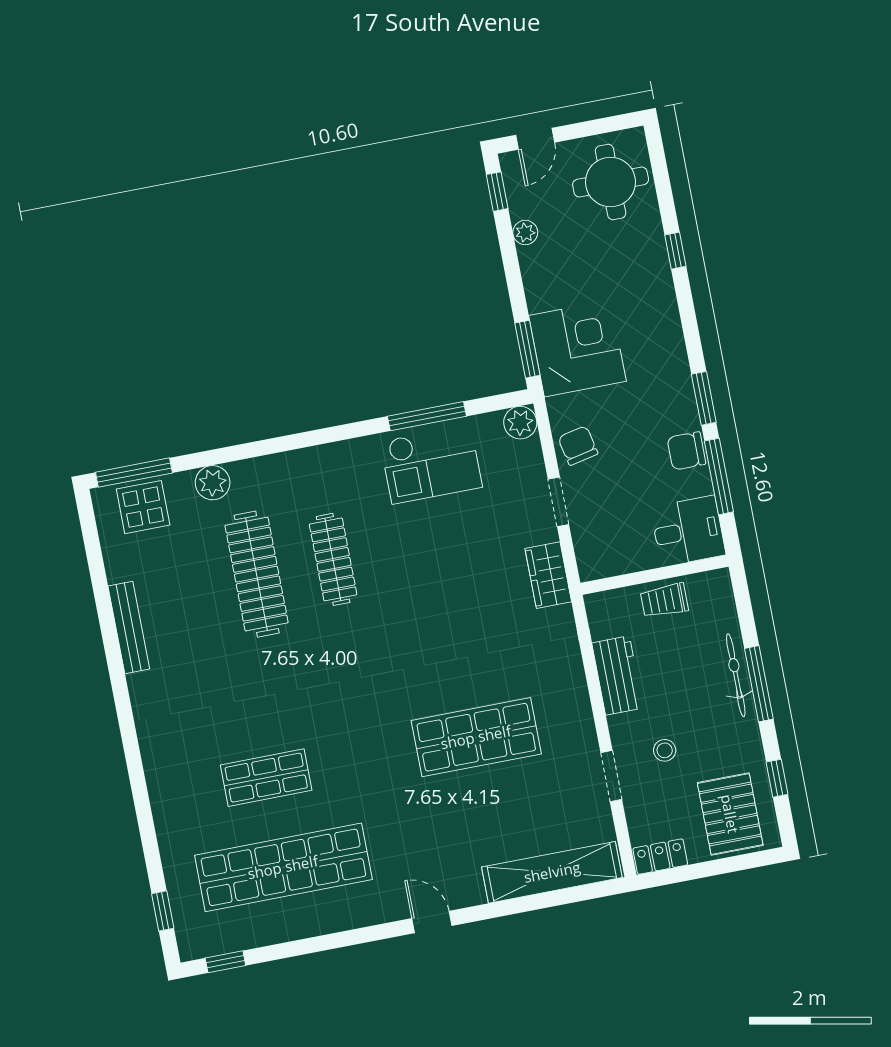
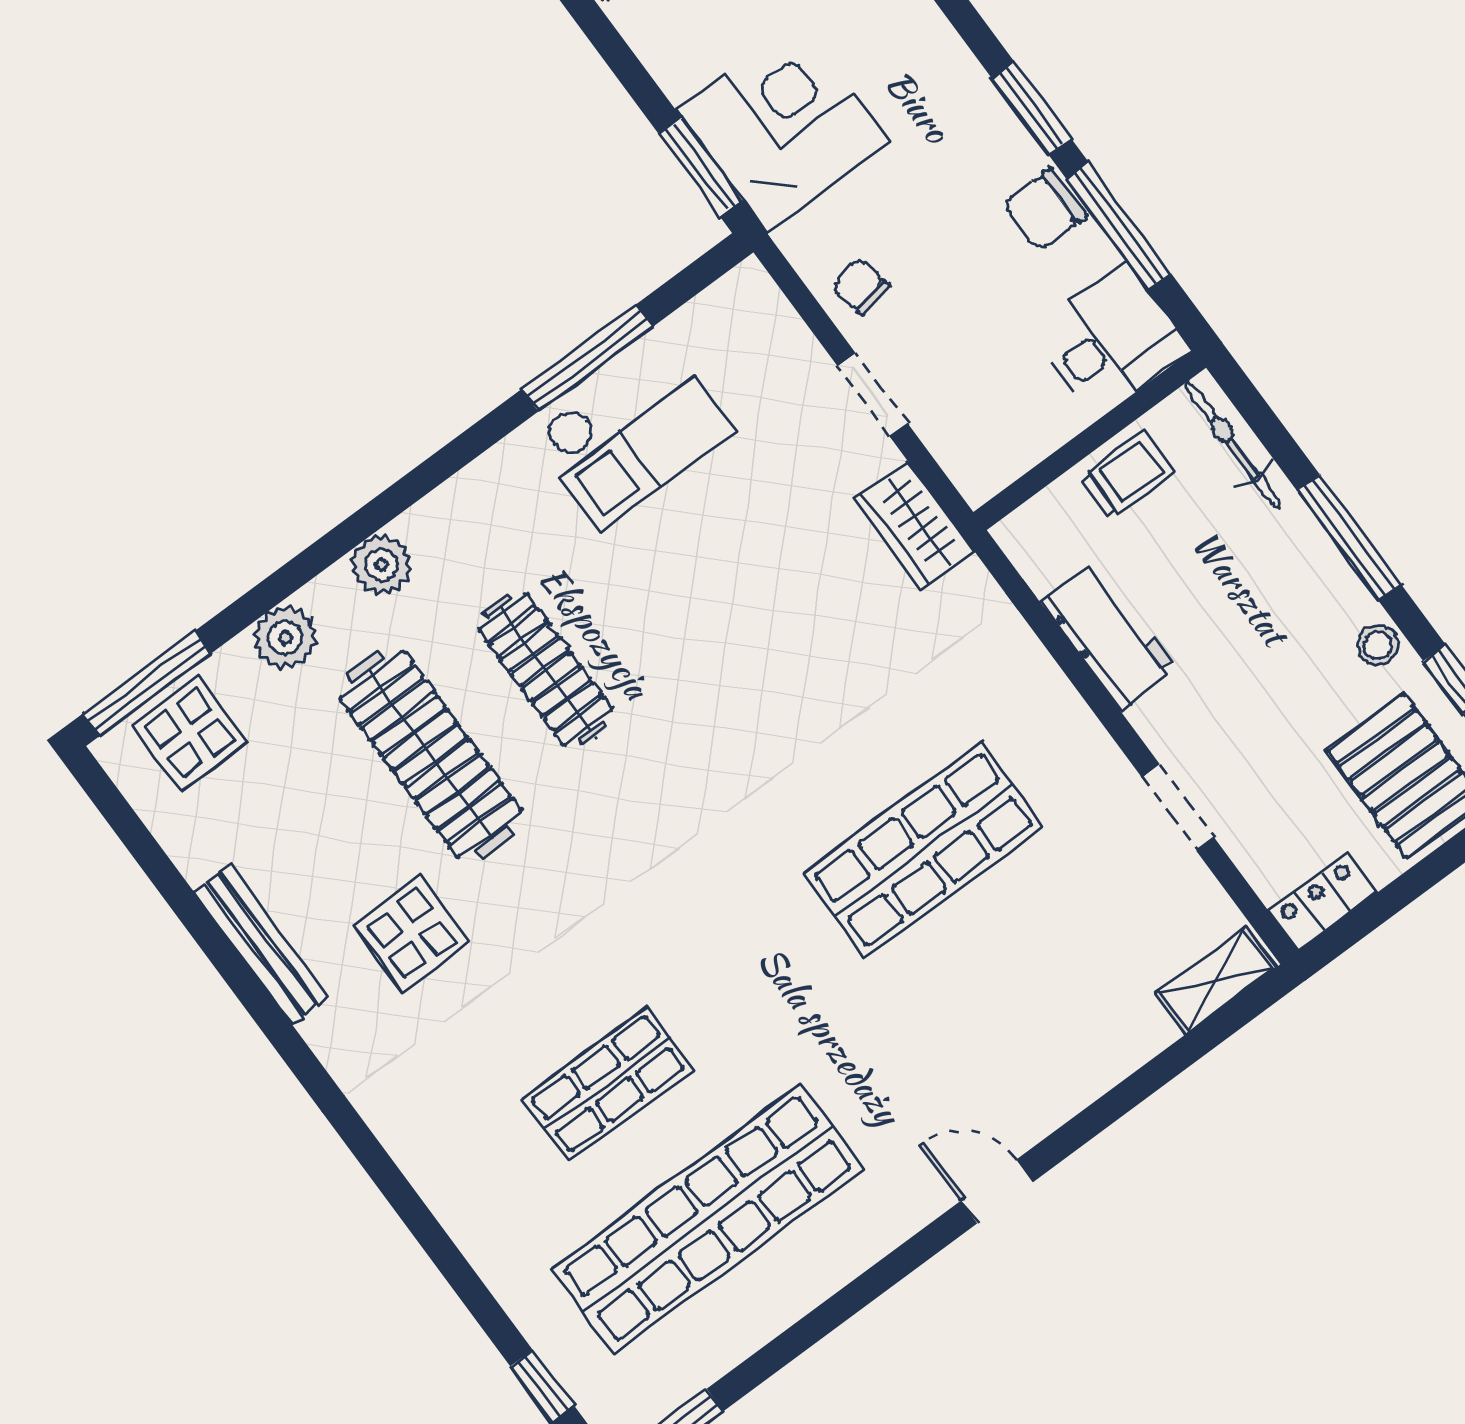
plant: (520, 423) -> (381, 565), moved
chair: (578, 446) -> (861, 287), width x0.73, depth x0.73
trolley: (664, 600) -> (1126, 475), turned 180
display table: (205, 658) -> (412, 934), added
bicycle: (736, 675) -> (1233, 445), moved
stool: (665, 750) -> (1378, 645), moved
shelving: (552, 872) -> (1216, 980), width x0.45, depth x0.75

